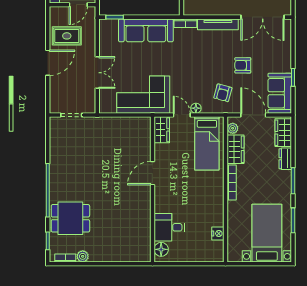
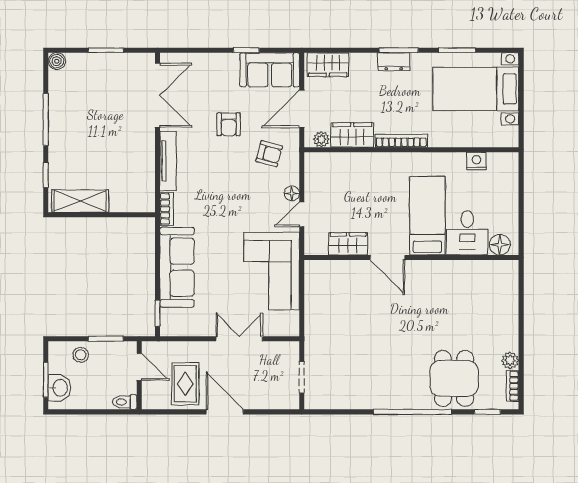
wardrobe: (162, 130) -> (348, 244), moved
bed: (207, 143) -> (427, 216), moved, turned -90
dresser: (285, 159) -> (394, 62), moved

